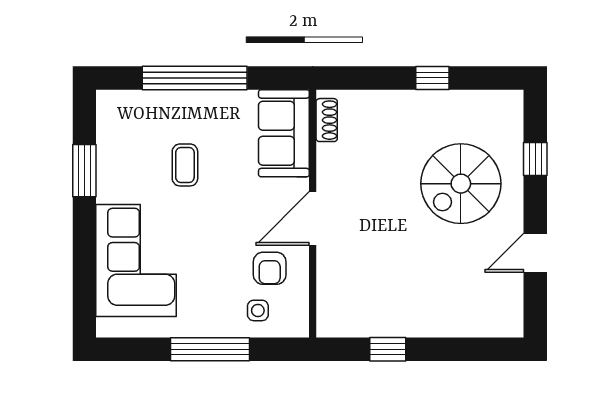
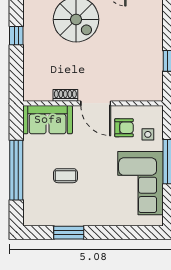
shoe rack: (327, 120) -> (65, 95), moved
corner sofa: (136, 261) -> (141, 183), moved, turned -90

